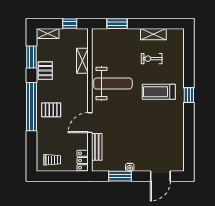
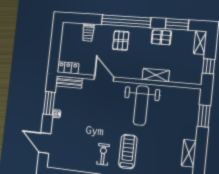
exercise bike: (152, 59) -> (103, 154), moved
shelving: (82, 61) -> (156, 75), moved
bench: (97, 147) -> (69, 82), moved
trolley: (52, 160) -> (88, 33), moved

